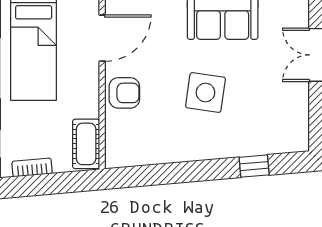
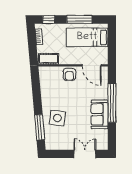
side table: (205, 93) -> (57, 118), moved
window: (254, 166) -> (40, 127), width x2.17

